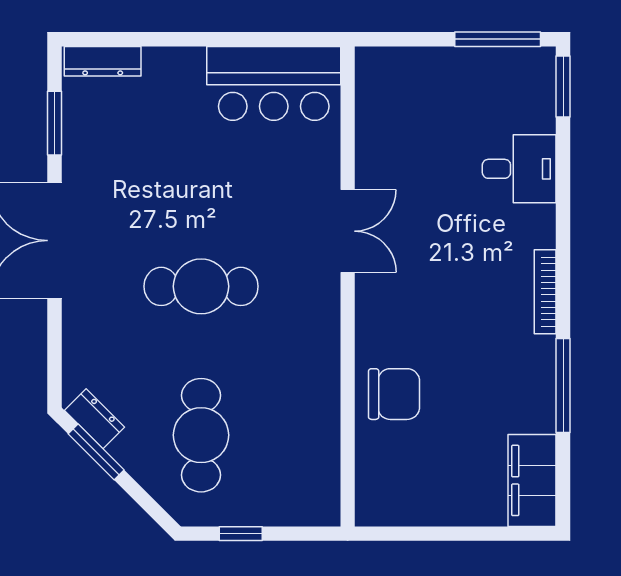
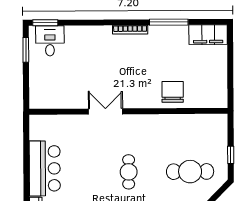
window: (498, 39) -> (26, 50), width x0.69
bar counter: (274, 83) -> (45, 168), moved
desk: (519, 169) -> (50, 41), moved
cafe table: (201, 286) -> (129, 172), width x0.73, depth x0.74

